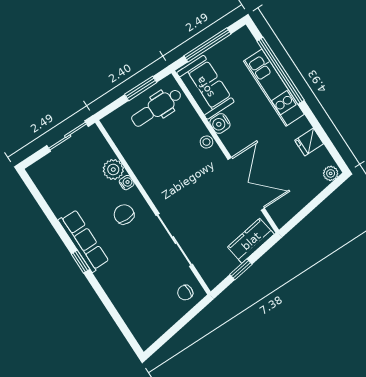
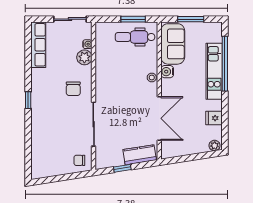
window: (208, 45) -> (191, 19), width x0.69
water cooler: (127, 183) -> (87, 44), moved
chair: (124, 214) -> (73, 89), turned 180
row of seats: (84, 241) -> (38, 45), moved

